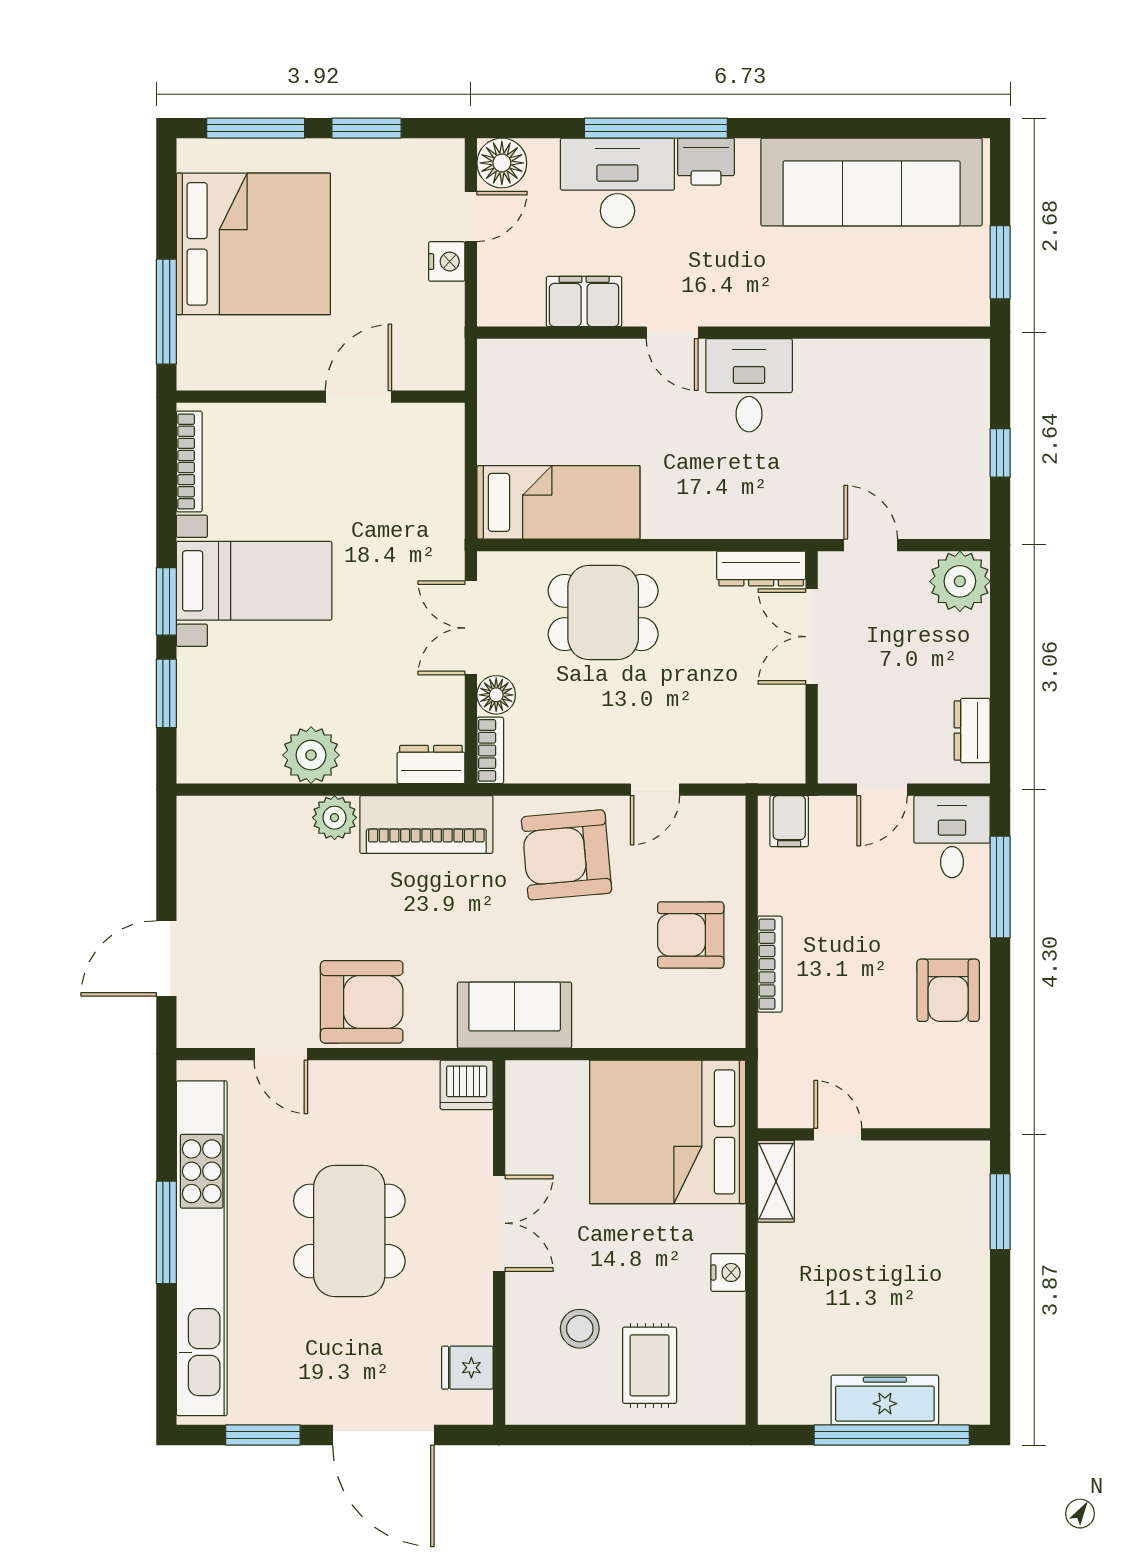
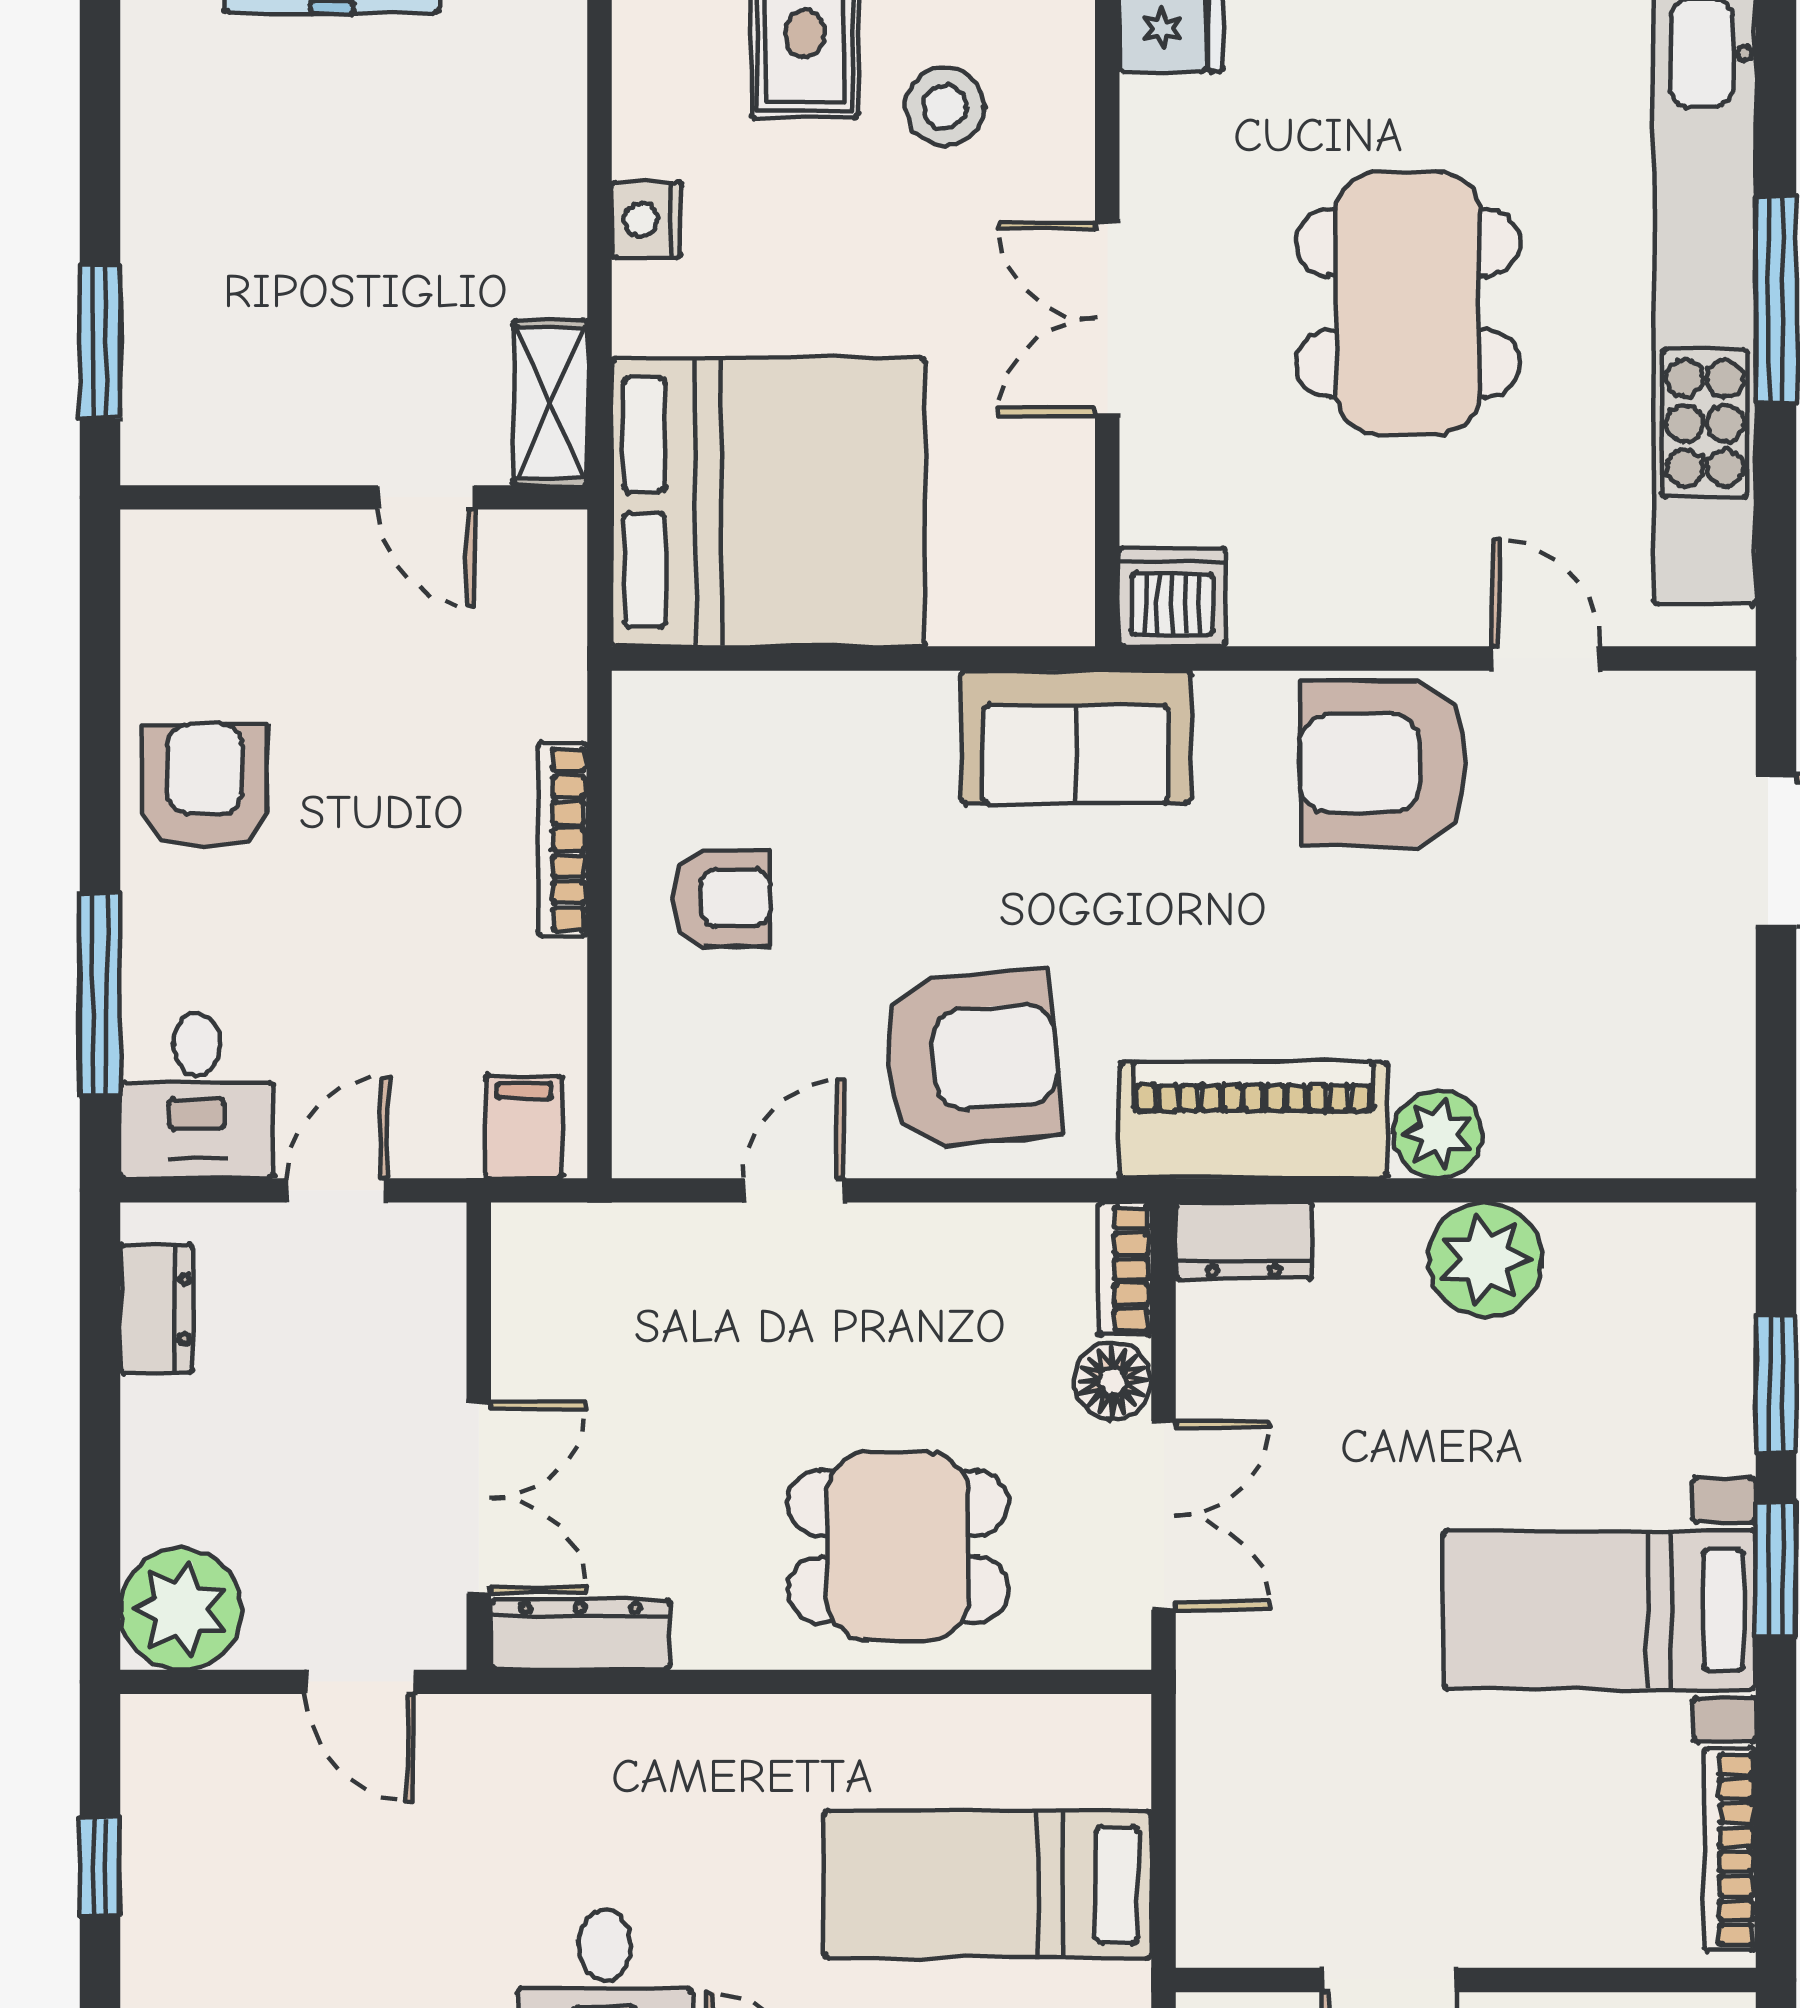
bed: (558, 502) -> (988, 1884), moved
armchair: (691, 935) -> (722, 898), width x0.72, depth x0.72

